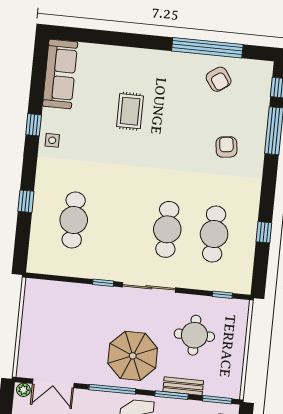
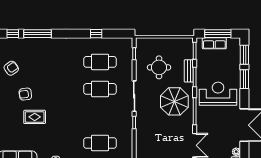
armchair: (226, 147) -> (25, 94), moved

